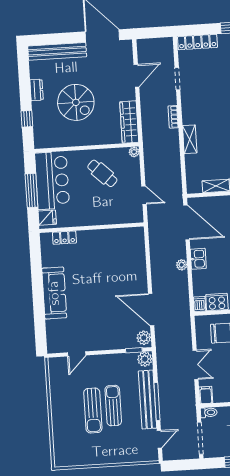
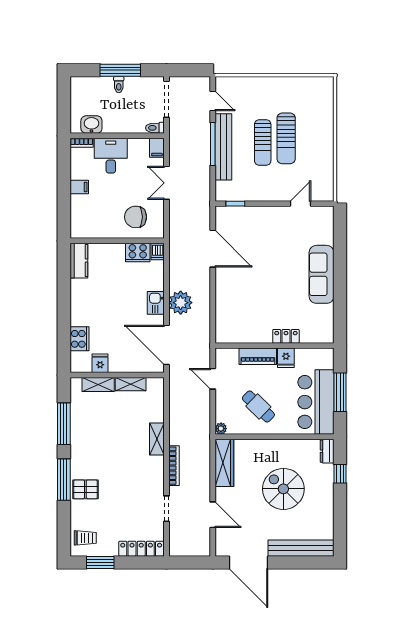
door: (136, 76) -> (213, 515), swing flipped
dresser: (37, 90) -> (327, 451), moved
bookcase: (173, 117) -> (174, 466), width x1.56
piano: (106, 217) -> (258, 356), added
fridge: (47, 218) -> (286, 358), moved, turned -90
locker: (64, 238) -> (286, 336), moved
plant: (182, 265) -> (181, 303), width x1.88, depth x1.88
plant: (144, 338) -> (223, 217), removed
plant: (145, 359) -> (224, 193), removed
sun lounger: (93, 411) -> (286, 138), turned 180
door: (159, 439) -> (213, 101), swing flipped

